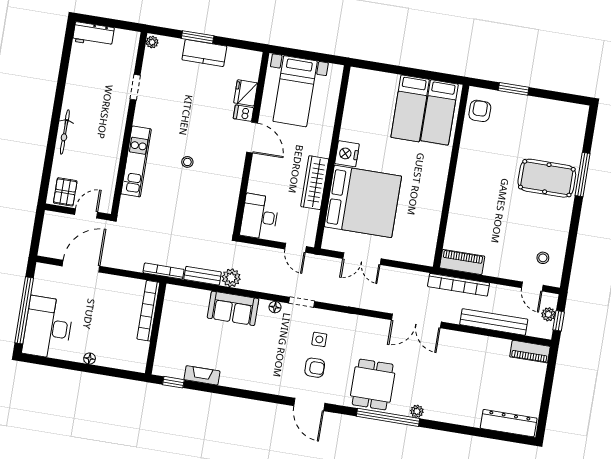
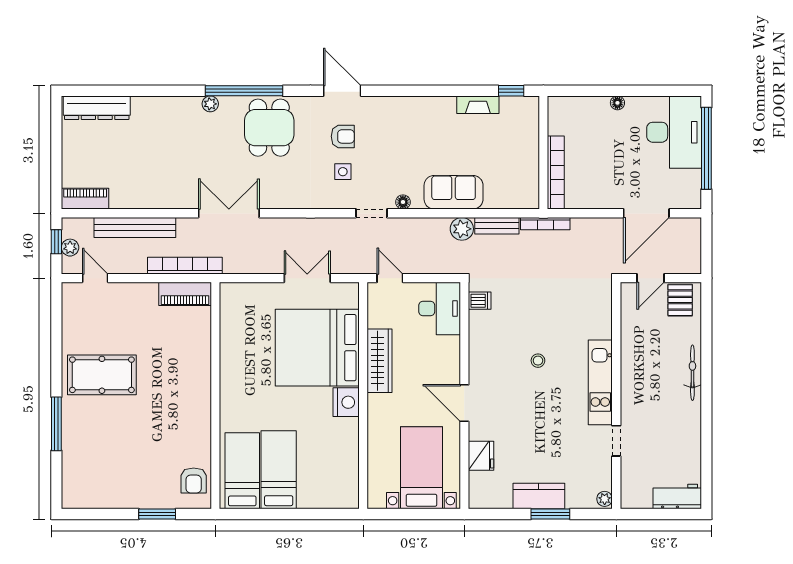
dishwasher: (243, 113) -> (480, 301), moved
kitchen unit: (136, 161) -> (600, 382), moved
pool table: (547, 178) -> (102, 375), moved
stool: (543, 258) -> (88, 315), removed
armchair: (315, 368) -> (343, 136), turned 180

